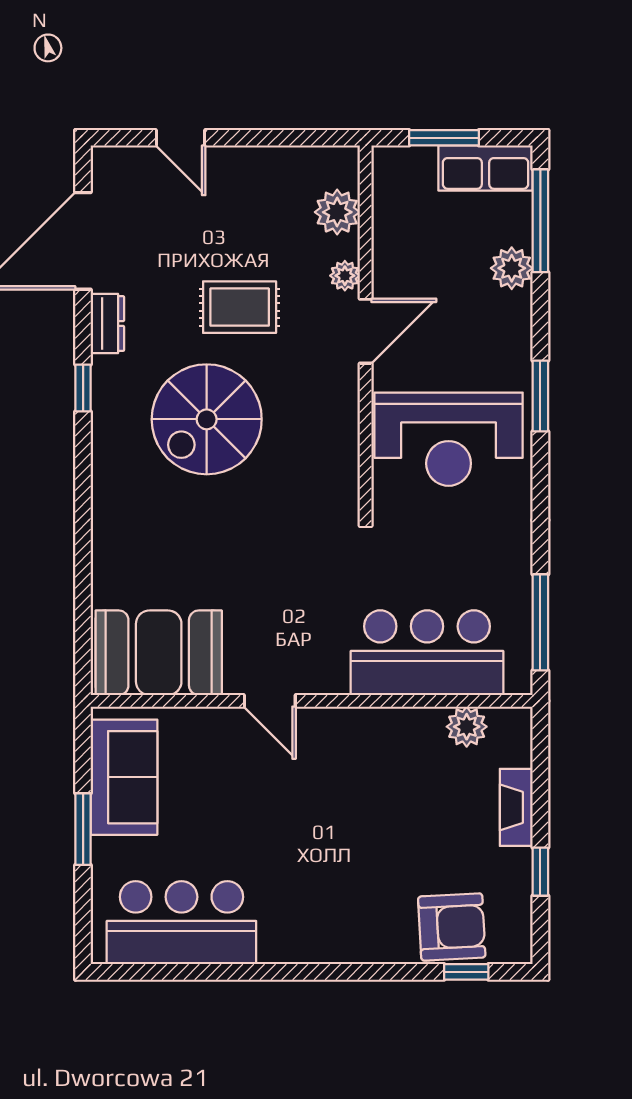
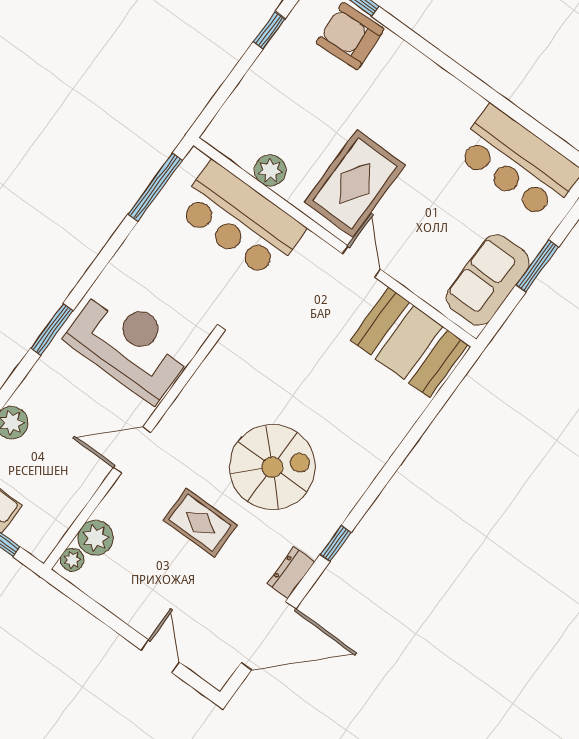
plant: (345, 276) -> (72, 560), moved
plant: (467, 727) -> (270, 170), moved
rug: (335, 777) -> (355, 183), added
fireplace: (516, 807) -> (255, 82), removed

